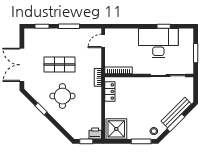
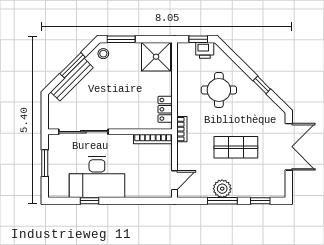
plant: (69, 35) -> (222, 189), added
round table: (62, 96) -> (219, 90), moved
printer: (95, 133) -> (205, 50), moved

